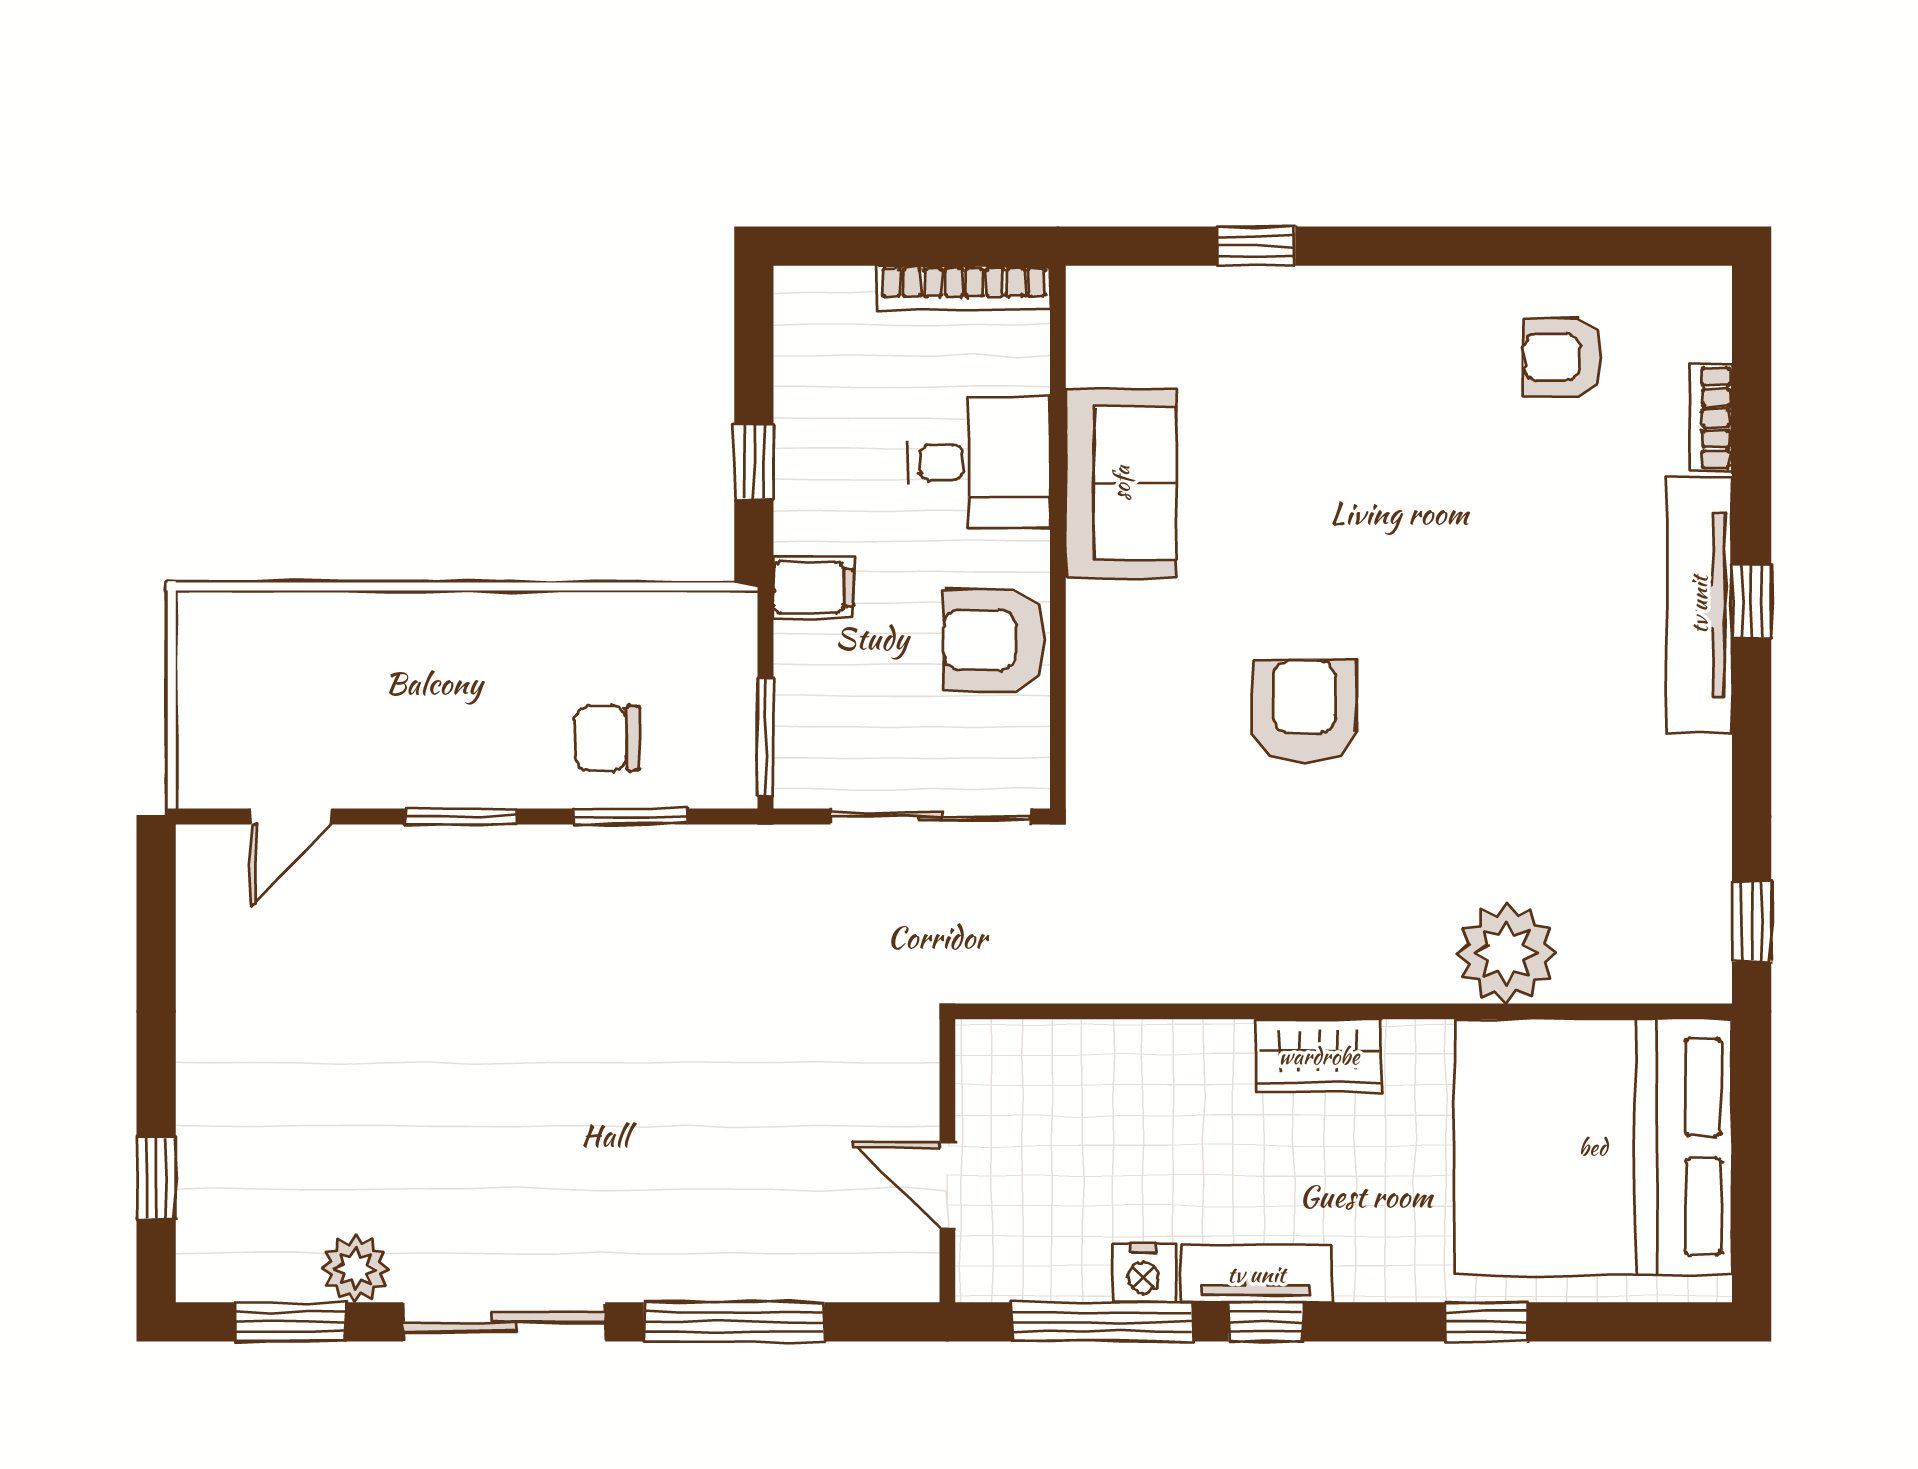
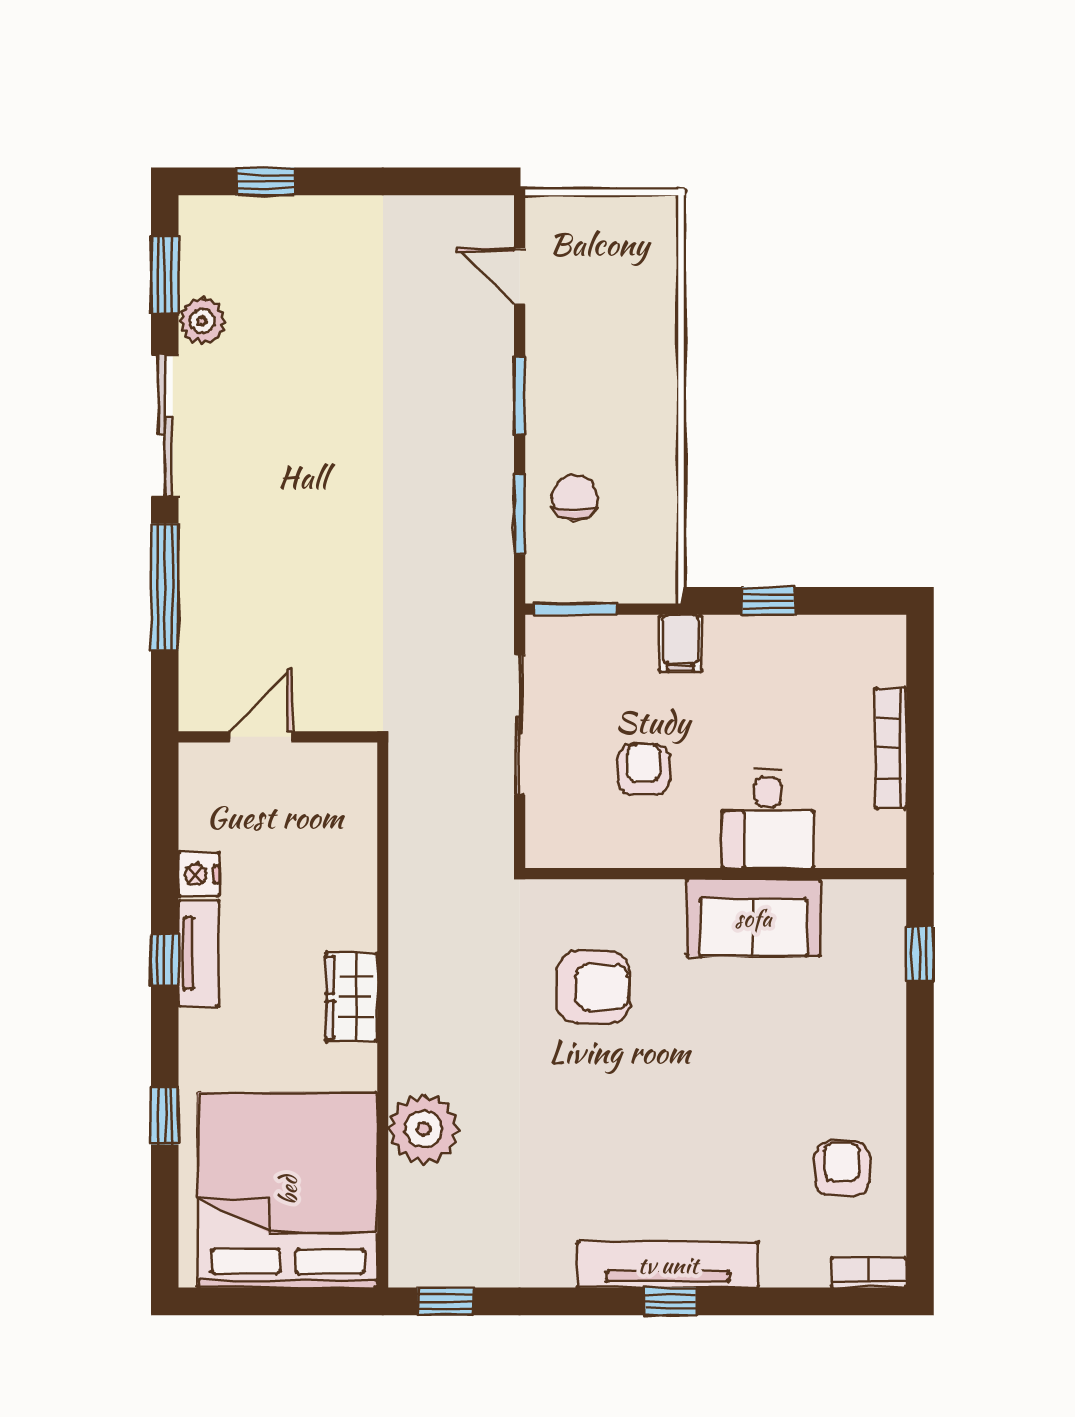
bookcase: (1711, 418) -> (869, 1273), moved
desk: (980, 463) -> (768, 819), moved
sofa: (1121, 483) -> (753, 918), moved
wall: (1058, 537) -> (716, 874), moved
armchair: (994, 640) -> (644, 769), width x0.72, depth x0.72
window: (1102, 1322) -> (165, 845), removed

